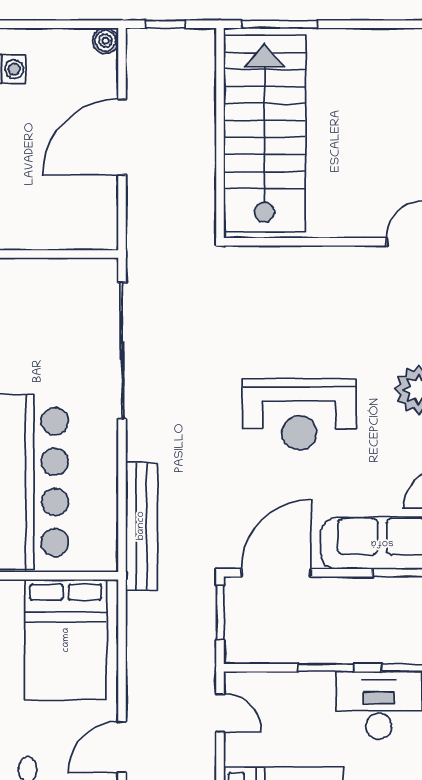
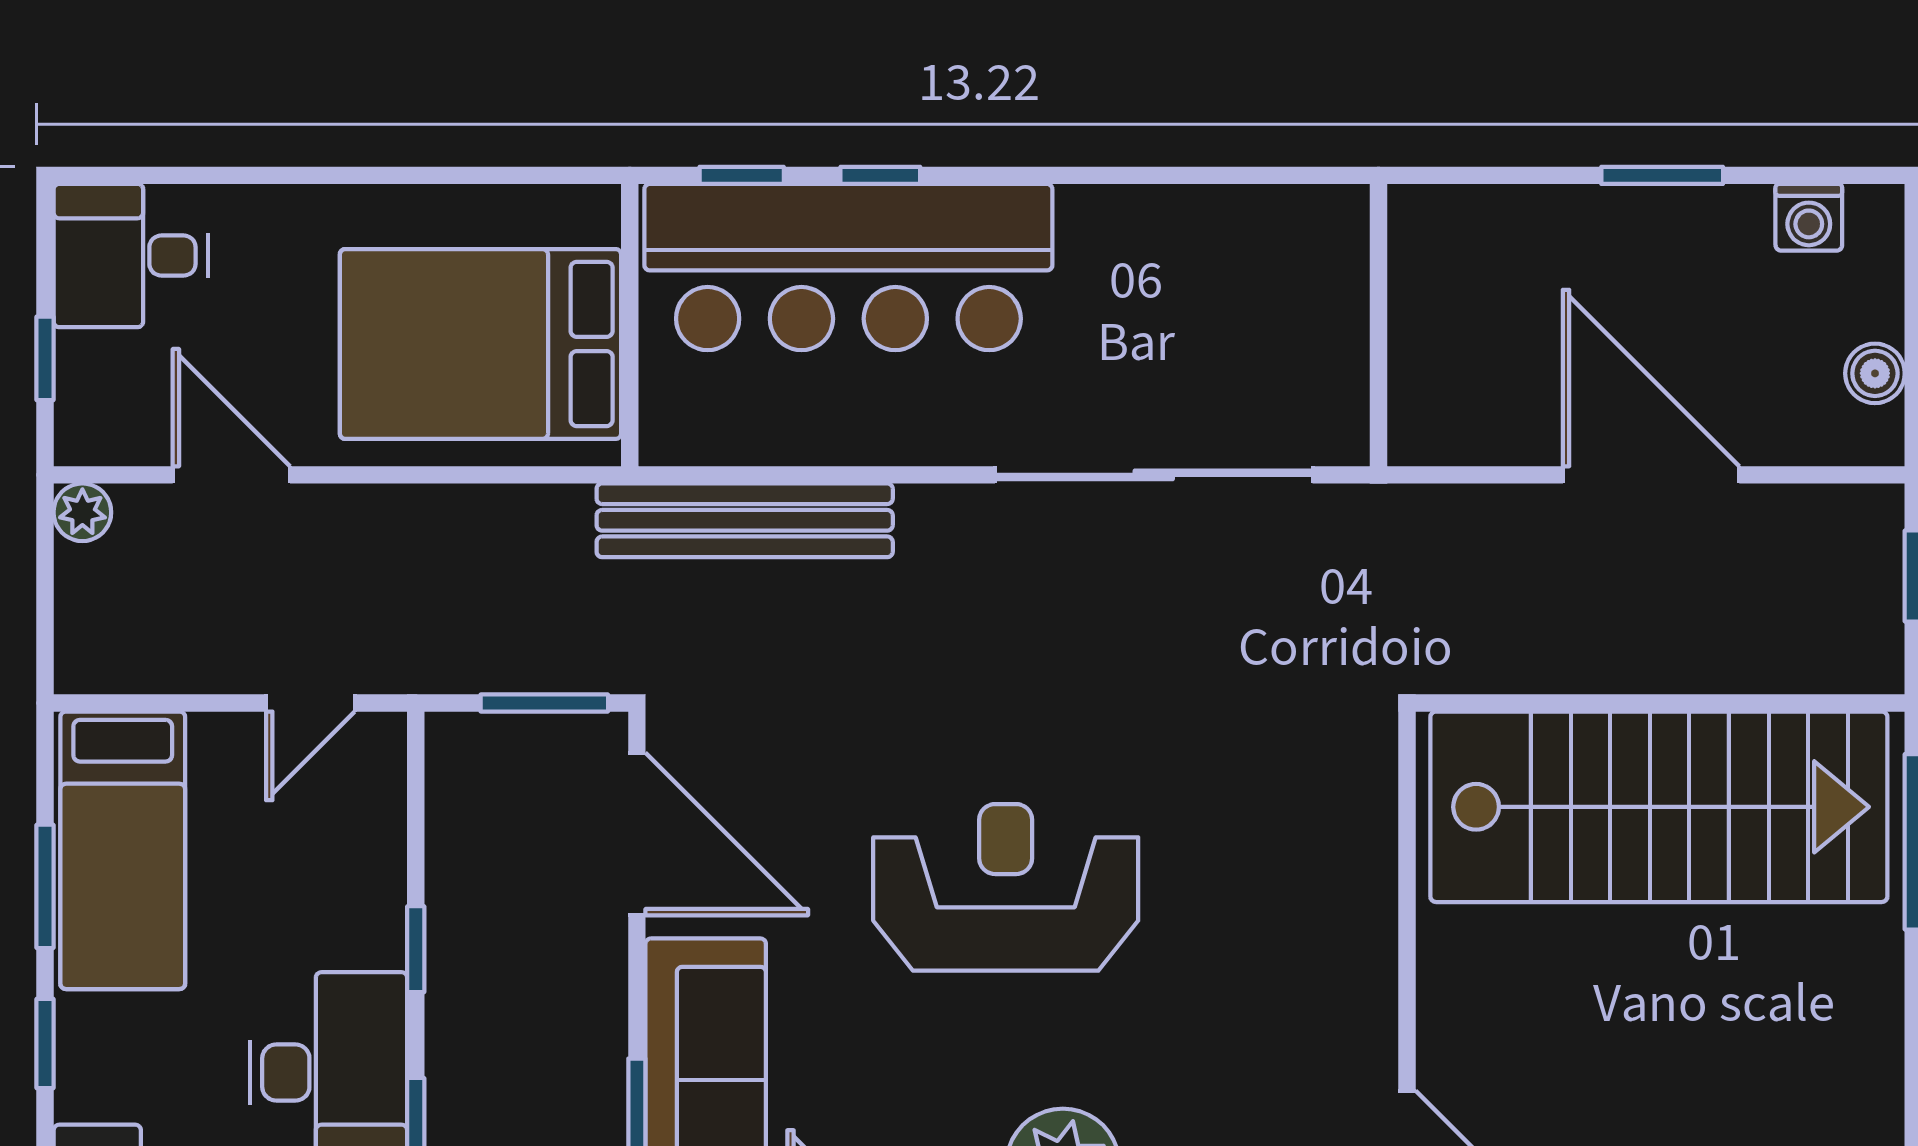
boiler: (105, 41) -> (1875, 373), moved
reception desk: (299, 414) -> (1006, 887), turned 90
window: (326, 668) -> (416, 949), width x0.67

